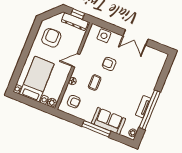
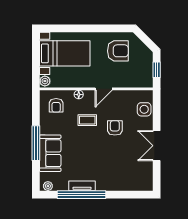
dresser: (75, 22) -> (147, 70), removed
door: (76, 60) -> (104, 89), swing flipped

